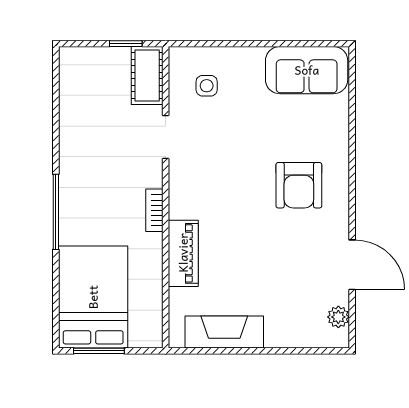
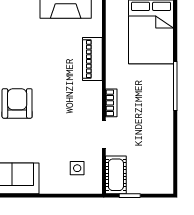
bookcase: (154, 210) -> (111, 103), moved

